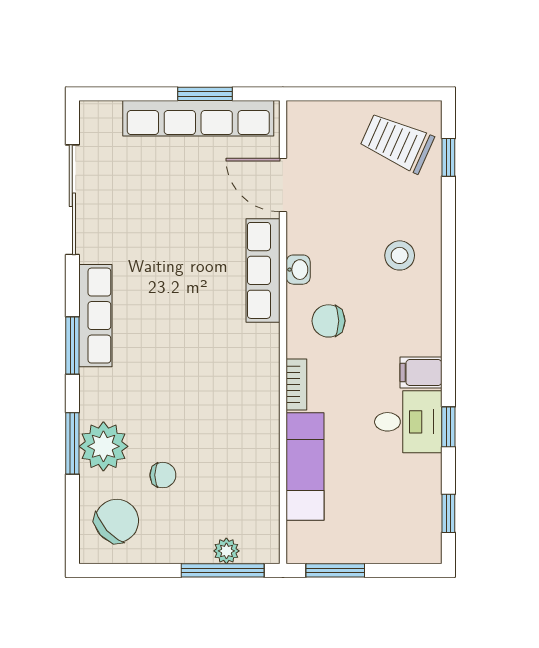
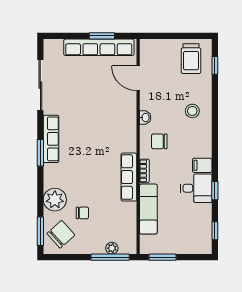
trolley: (397, 143) -> (191, 59), turned -114
row of seats: (263, 270) -> (129, 177), moved
window: (72, 443) -> (40, 231), moved

